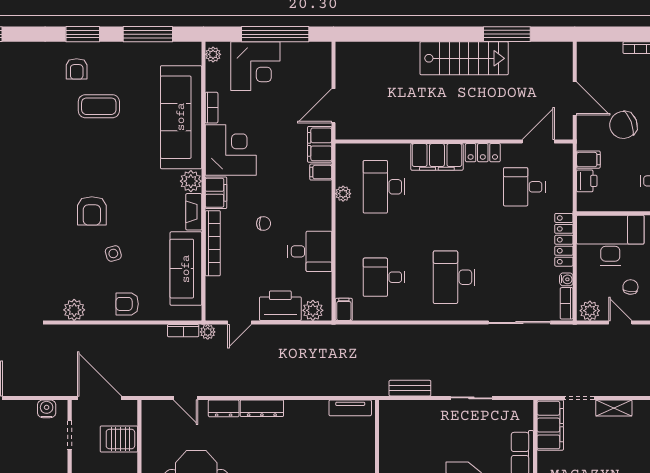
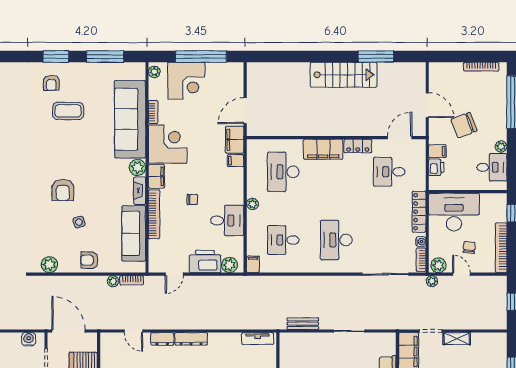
plant: (343, 194) -> (252, 204), moved
plant: (208, 332) -> (113, 281), moved
plant: (581, 332) -> (432, 281), added

